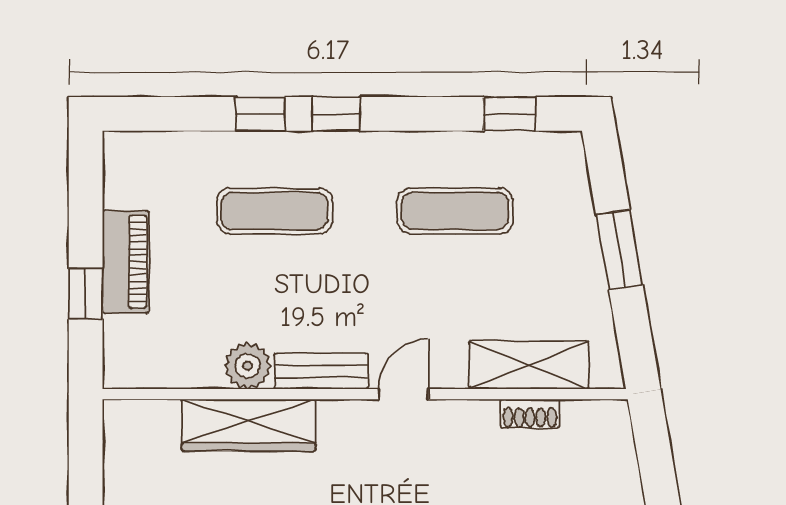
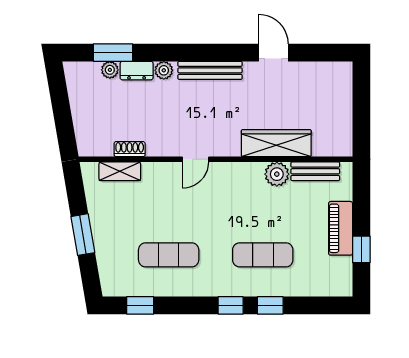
window: (86, 294) -> (361, 249), moved
shelving: (529, 365) -> (120, 171), width x0.67, depth x0.75
bench: (321, 371) -> (315, 171), moved

